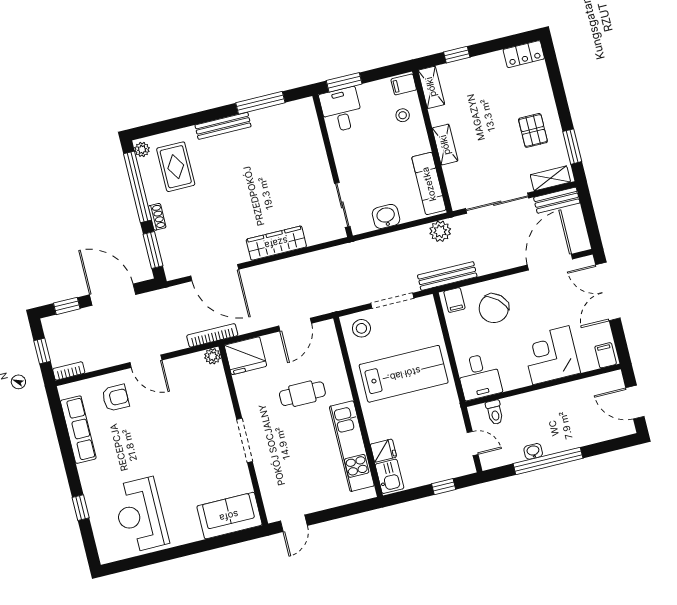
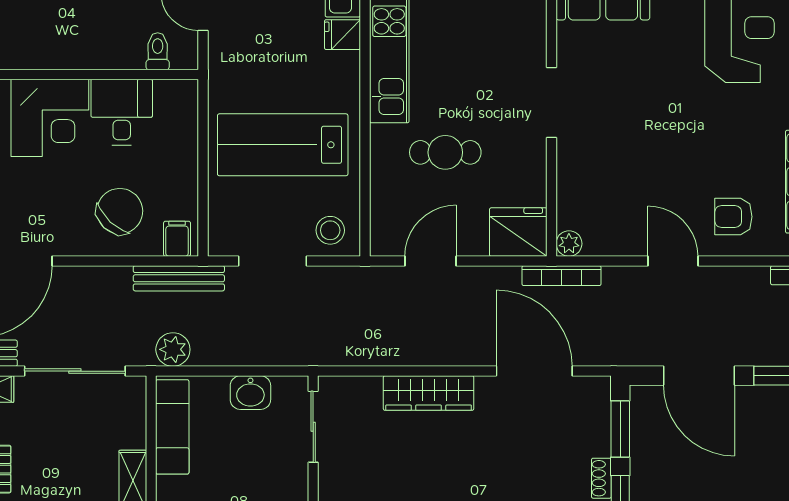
desk: (479, 376) -> (122, 112), moved

